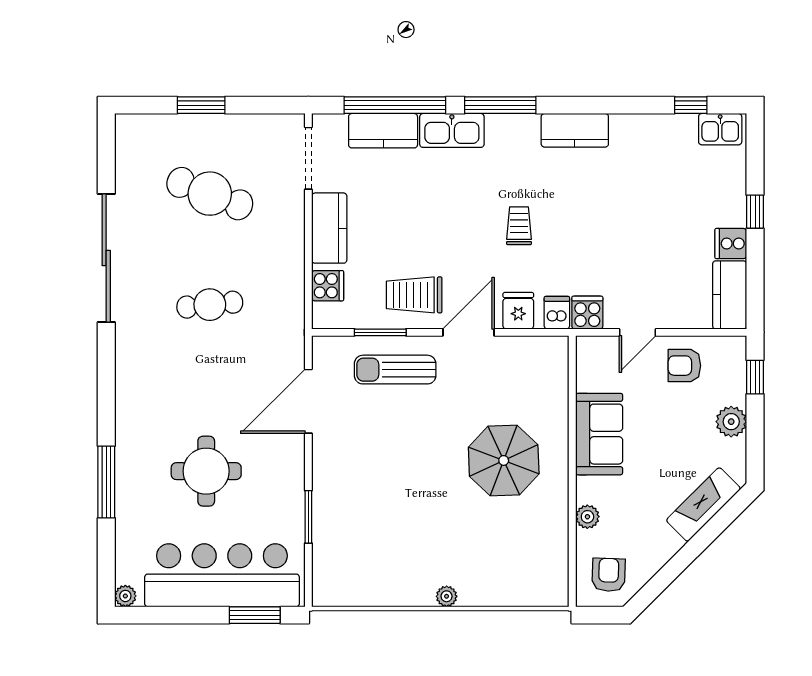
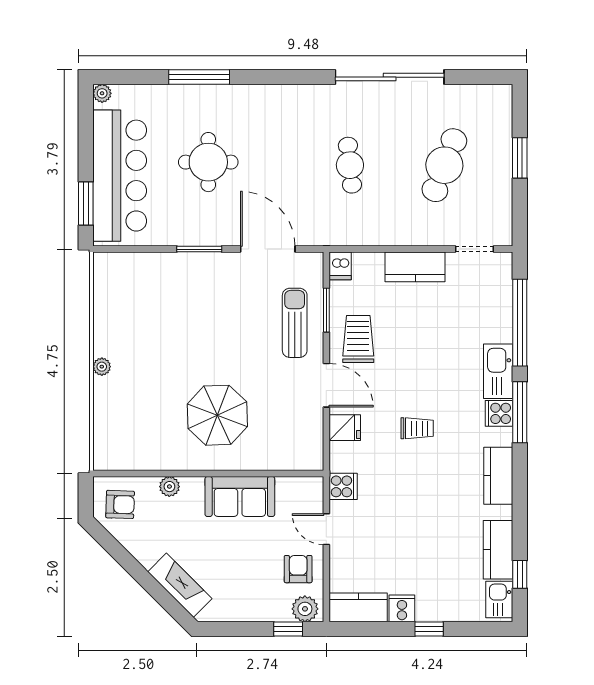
kitchen counter: (383, 131) -> (498, 550), moved
doorway: (308, 158) -> (474, 249), width x0.73
cooker: (328, 286) -> (499, 413), moved, turned 90
dishwasher: (557, 313) -> (340, 266), moved, turned 90
plant: (731, 422) -> (305, 609), moved
window: (308, 517) -> (199, 249), moved

